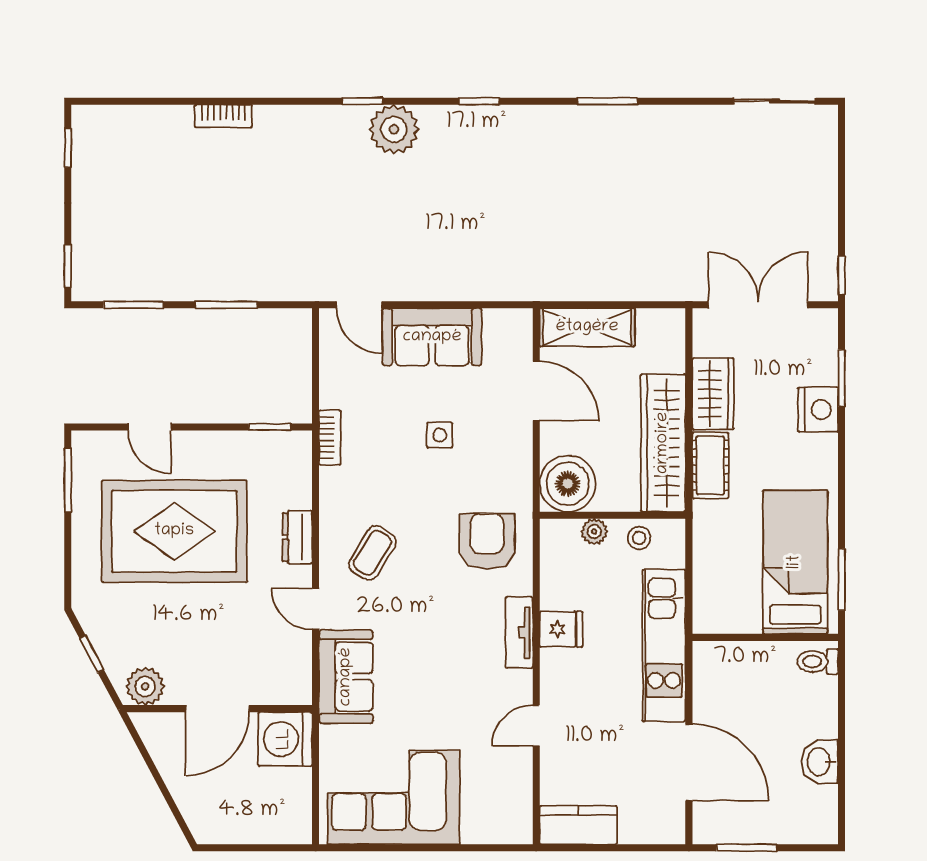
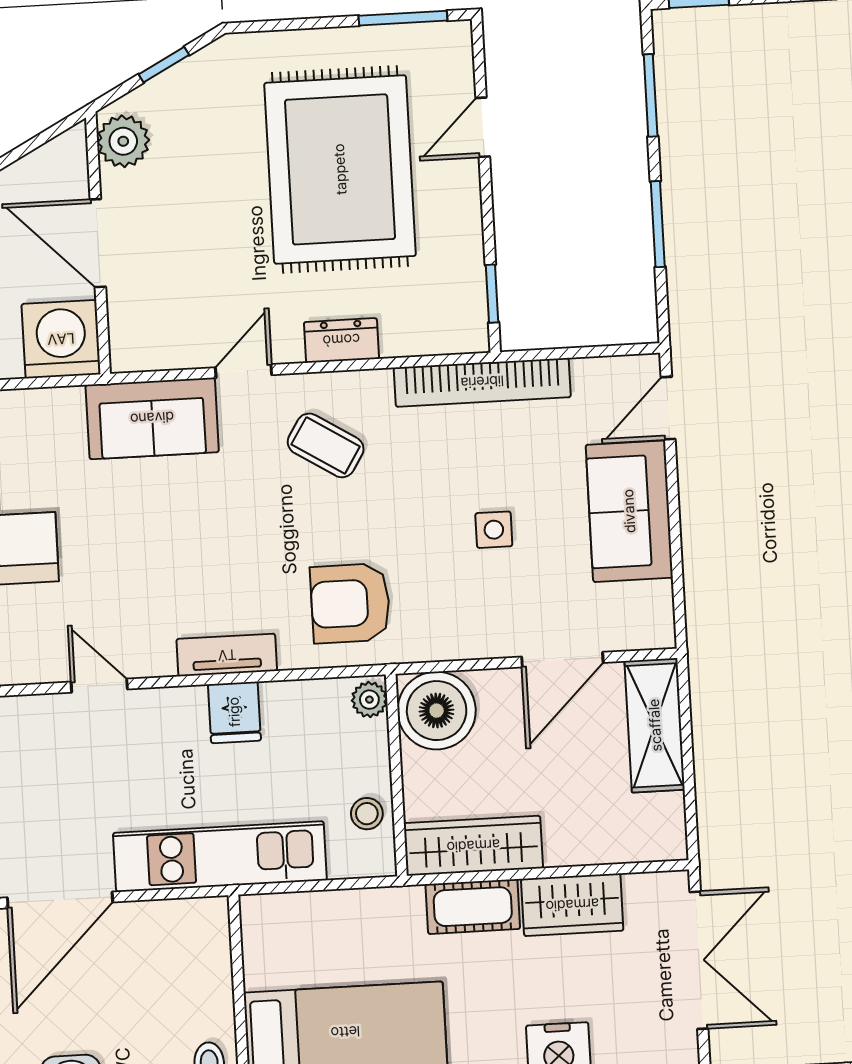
bookcase: (330, 438) -> (482, 382), width x2.31, depth x1.31
wardrobe: (663, 443) -> (473, 846), width x0.71, depth x0.85
plant: (594, 532) -> (369, 700), moved
armchair: (487, 541) -> (350, 603), turned 180

